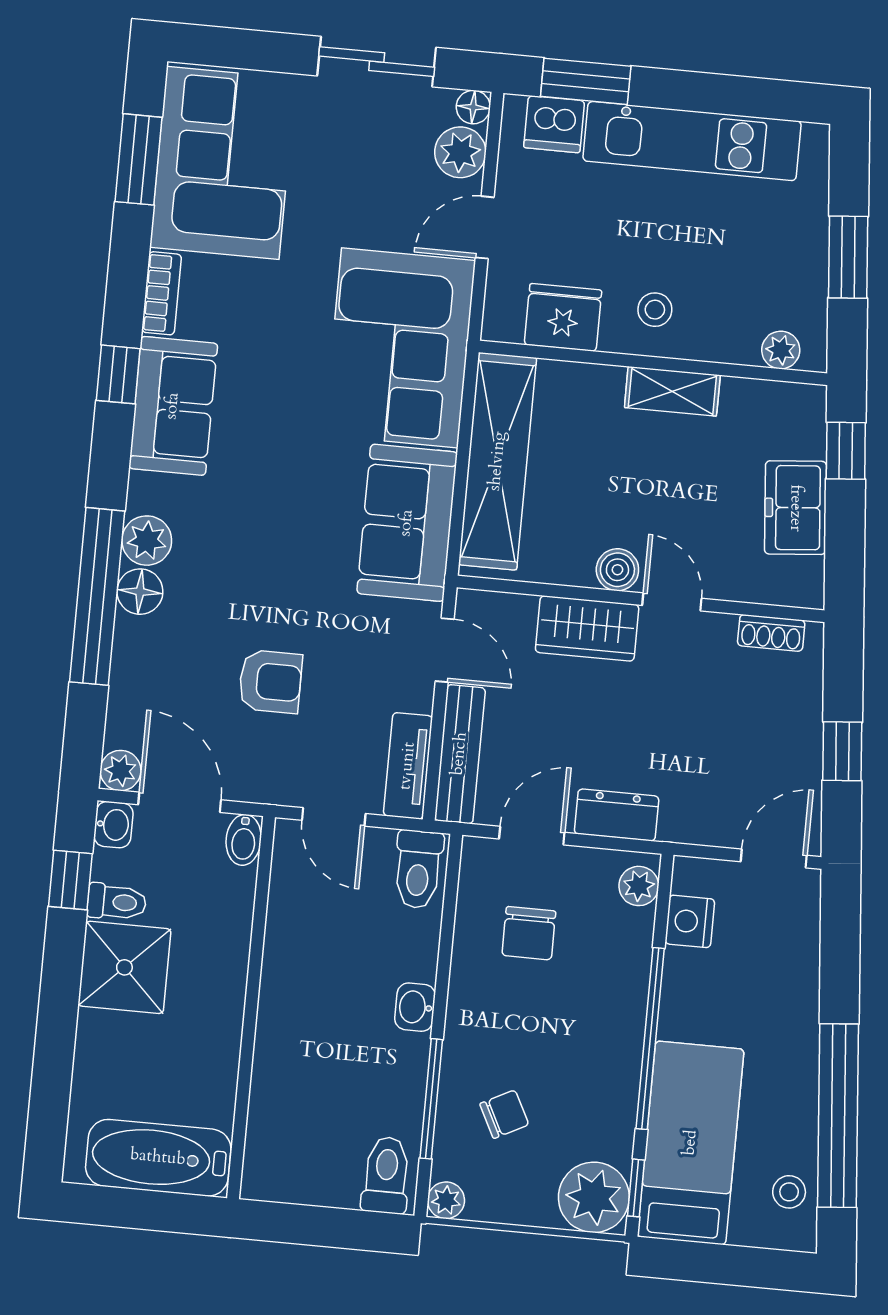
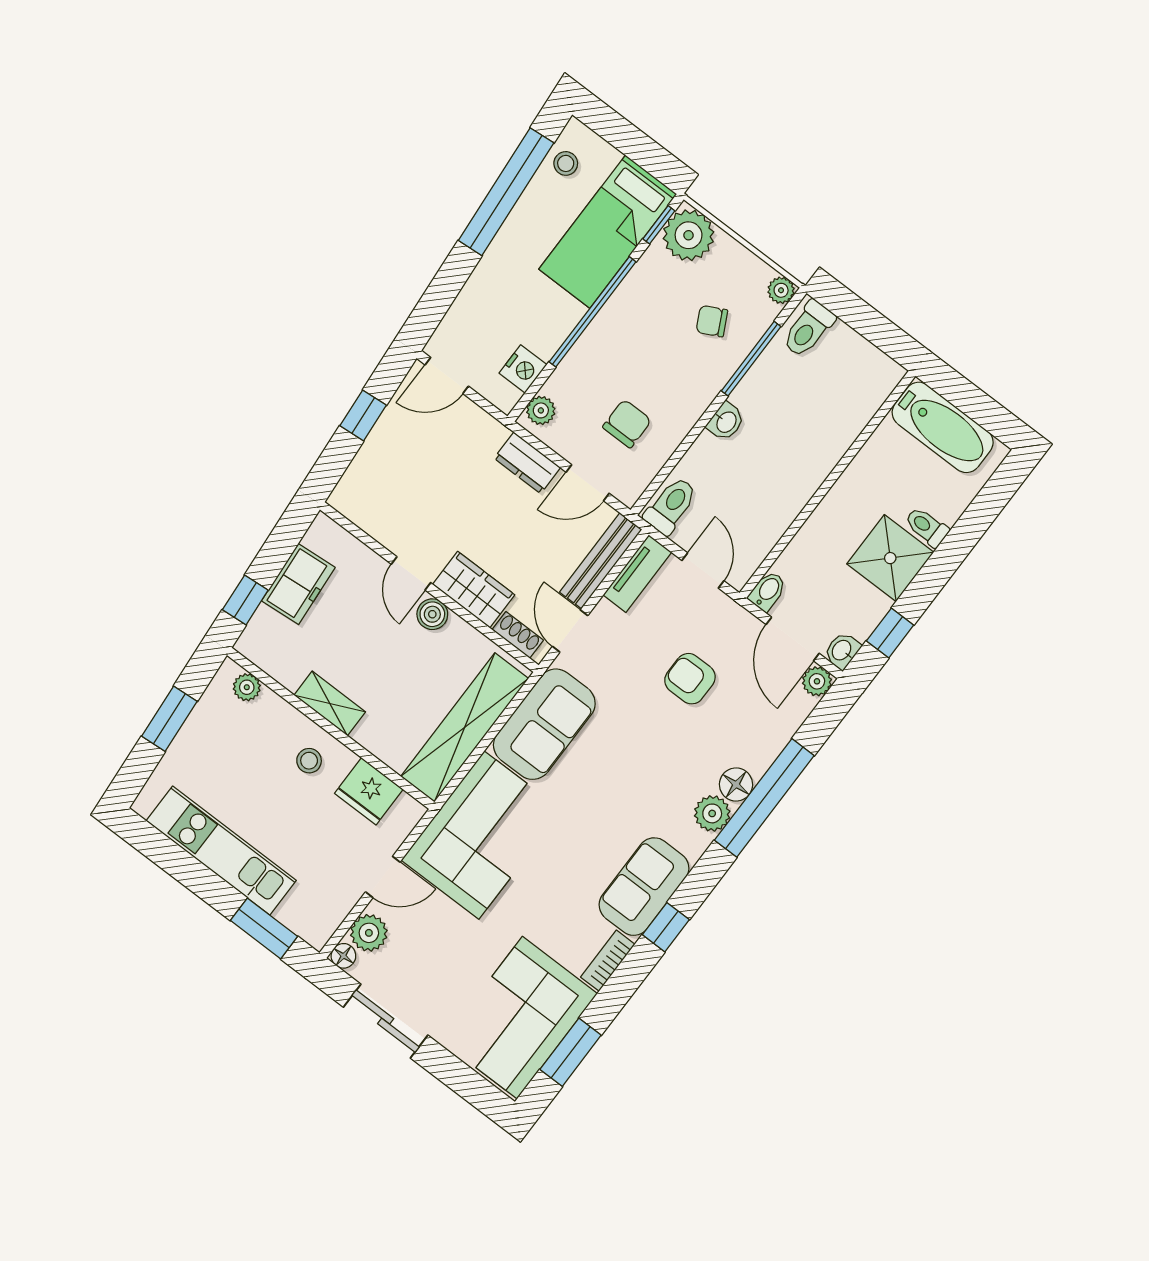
dishwasher: (554, 124) -> (300, 914), removed
shoe rack: (771, 633) -> (518, 635), moved
toilet: (117, 902) -> (927, 527), moved

